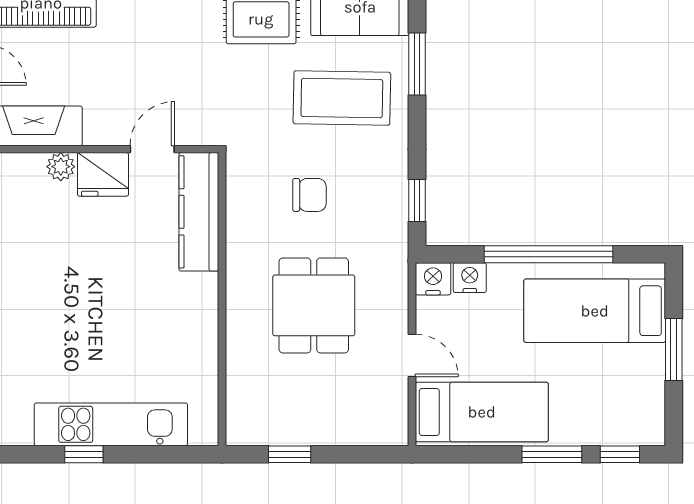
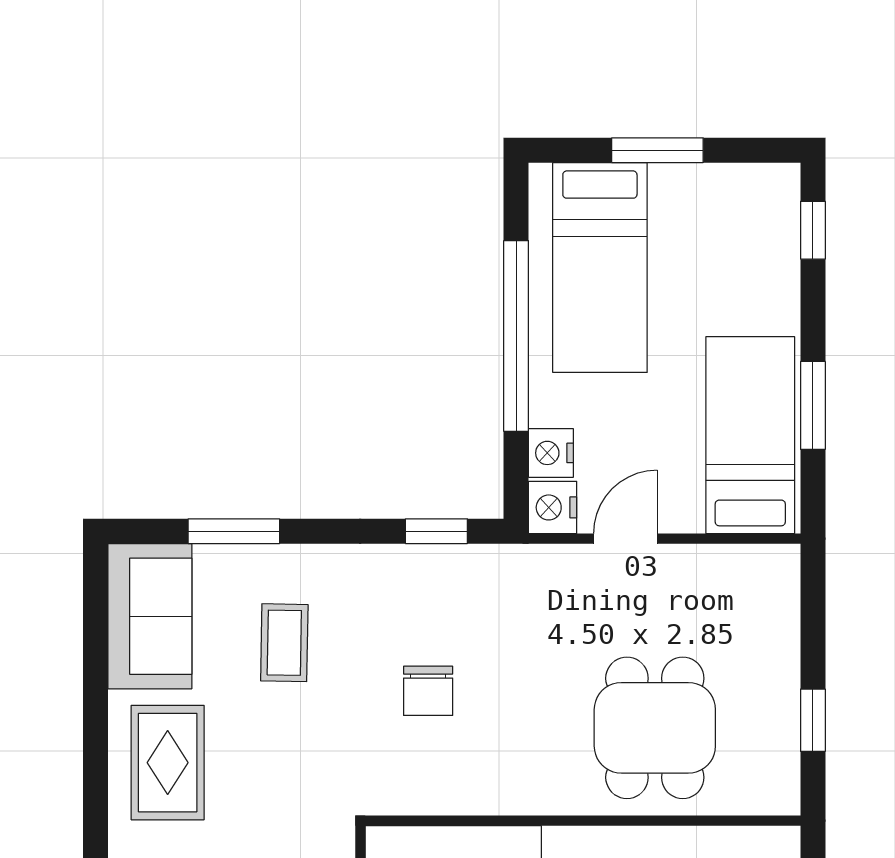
coffee table: (342, 98) -> (284, 643), width x0.54, depth x0.58
chair: (309, 195) -> (428, 691), turned 180
dining table: (314, 305) -> (655, 728), moved, turned 90
door: (412, 356) -> (625, 539), moved
window: (552, 454) -> (813, 405), moved

